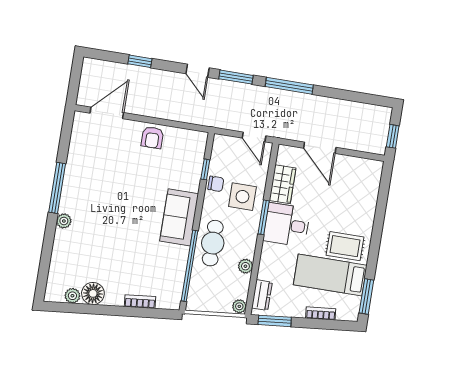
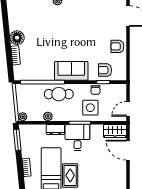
door: (320, 148) -> (128, 150), hinge flipped
armchair: (187, 163) -> (105, 70), added
wardrobe: (283, 184) -> (115, 131), moved
floor lamp: (93, 293) -> (17, 38), moved
dresser: (262, 295) -> (55, 129), moved
plant: (72, 296) -> (12, 13), removed

